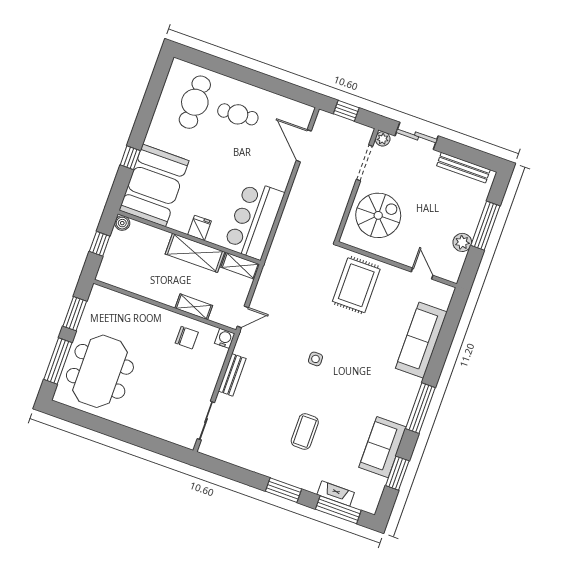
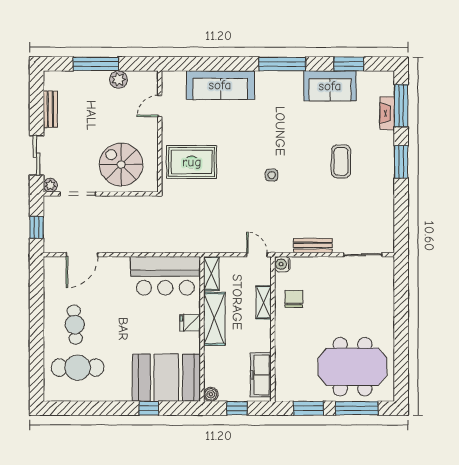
bench: (463, 168) -> (50, 109), width x0.73
freezer: (124, 279) -> (261, 375), added
coffee table: (305, 432) -> (341, 161), turned 90

